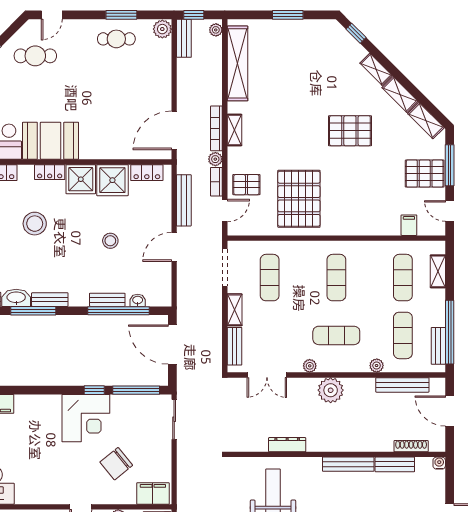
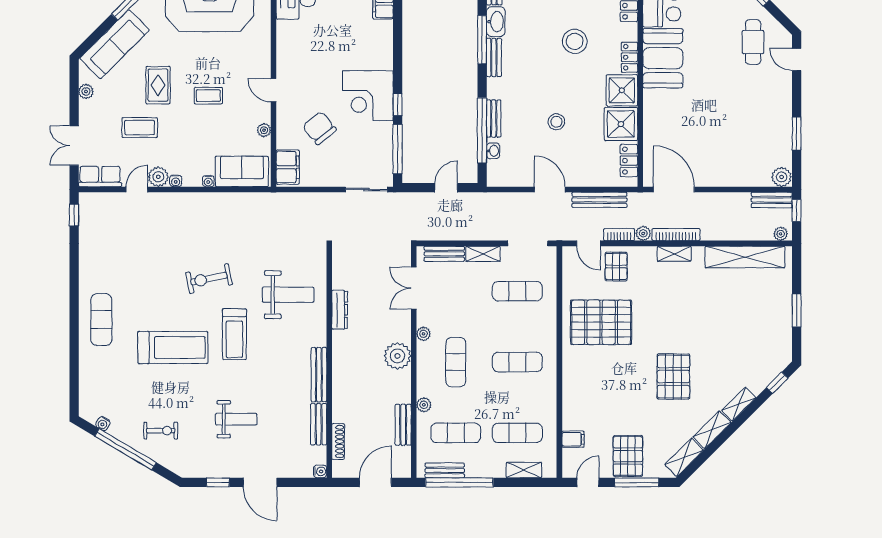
cafe table: (116, 39) -> (771, 128), removed
door: (172, 345) -> (446, 188), width x0.53
bench: (402, 385) -> (403, 425), width x0.73

